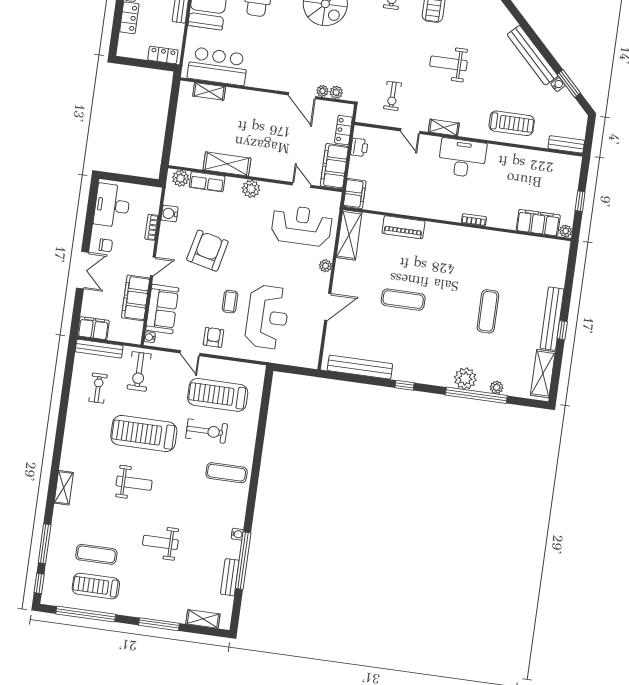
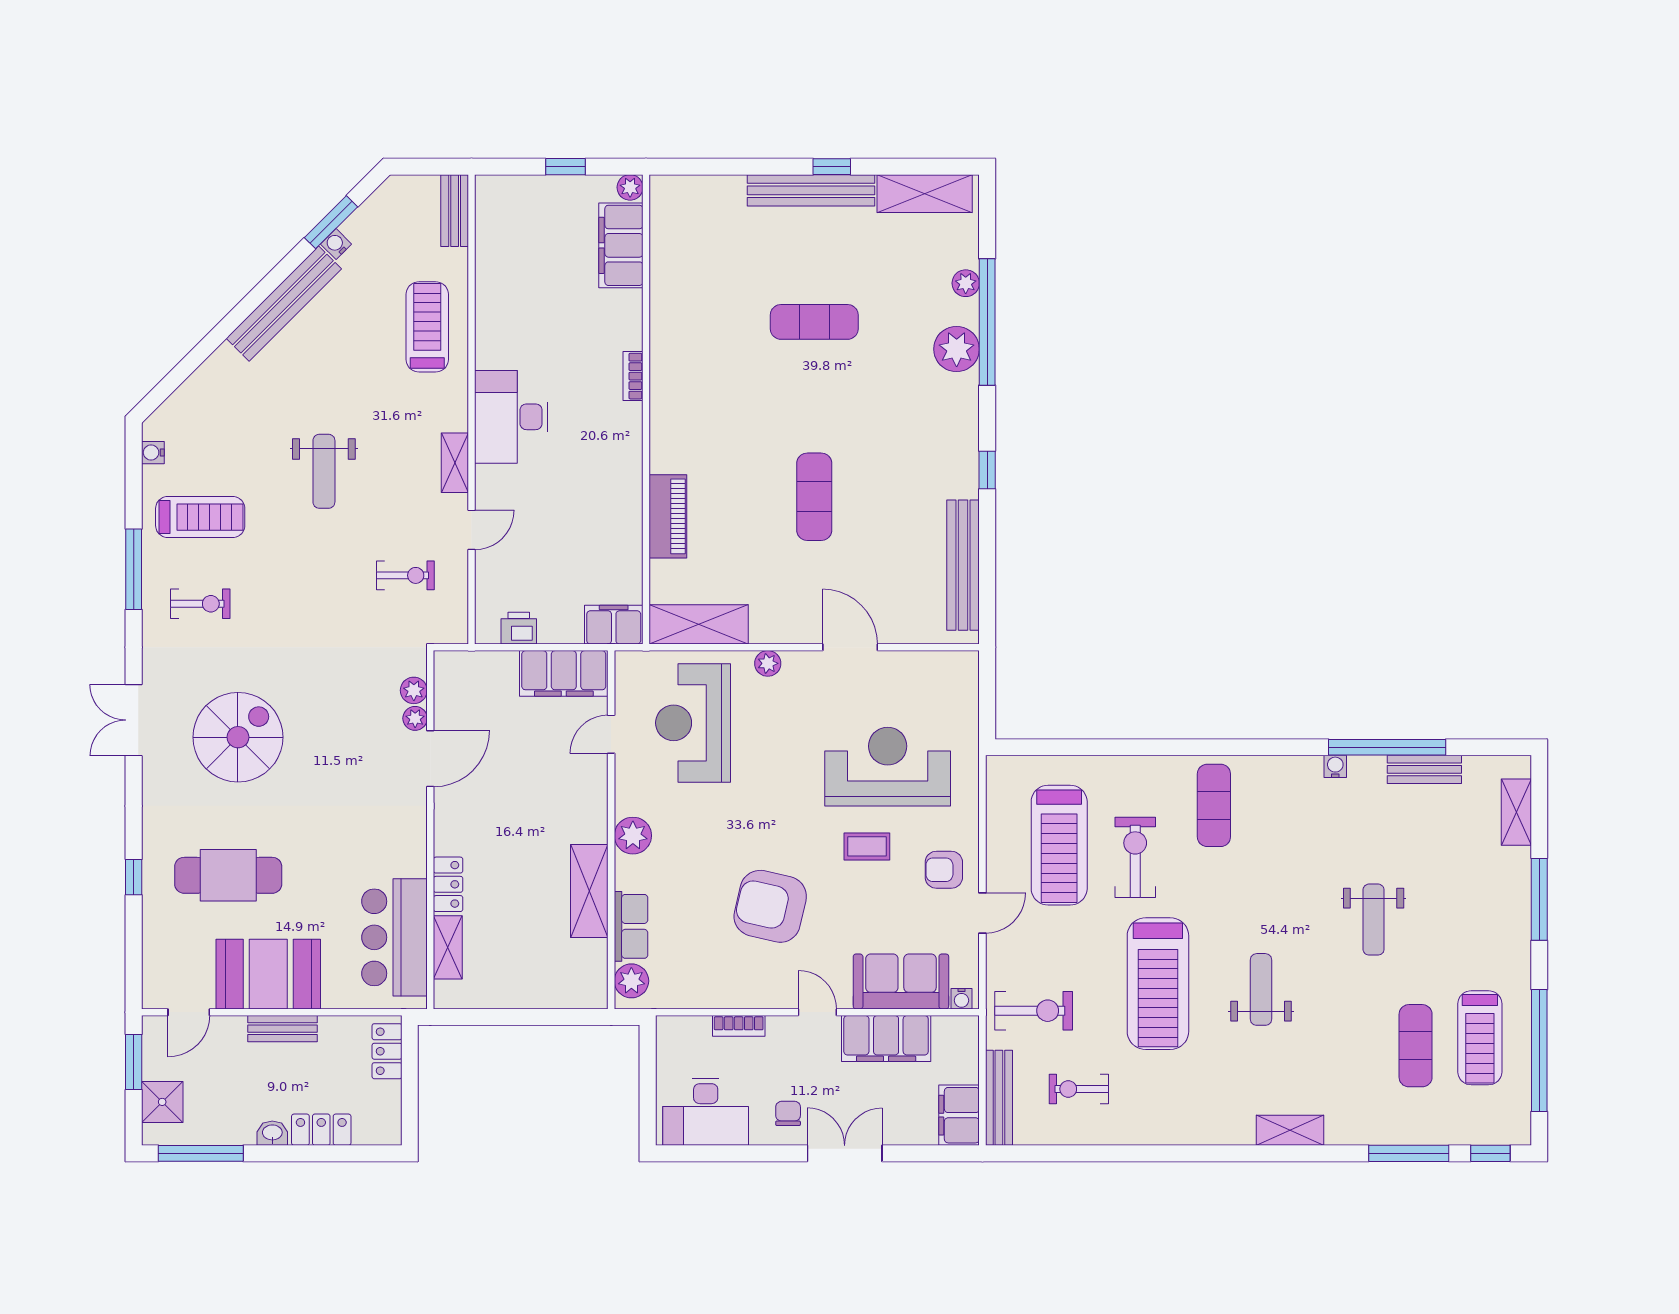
locker: (343, 130) -> (448, 884), moved, turned -90
water cooler: (170, 214) -> (706, 993), removed

